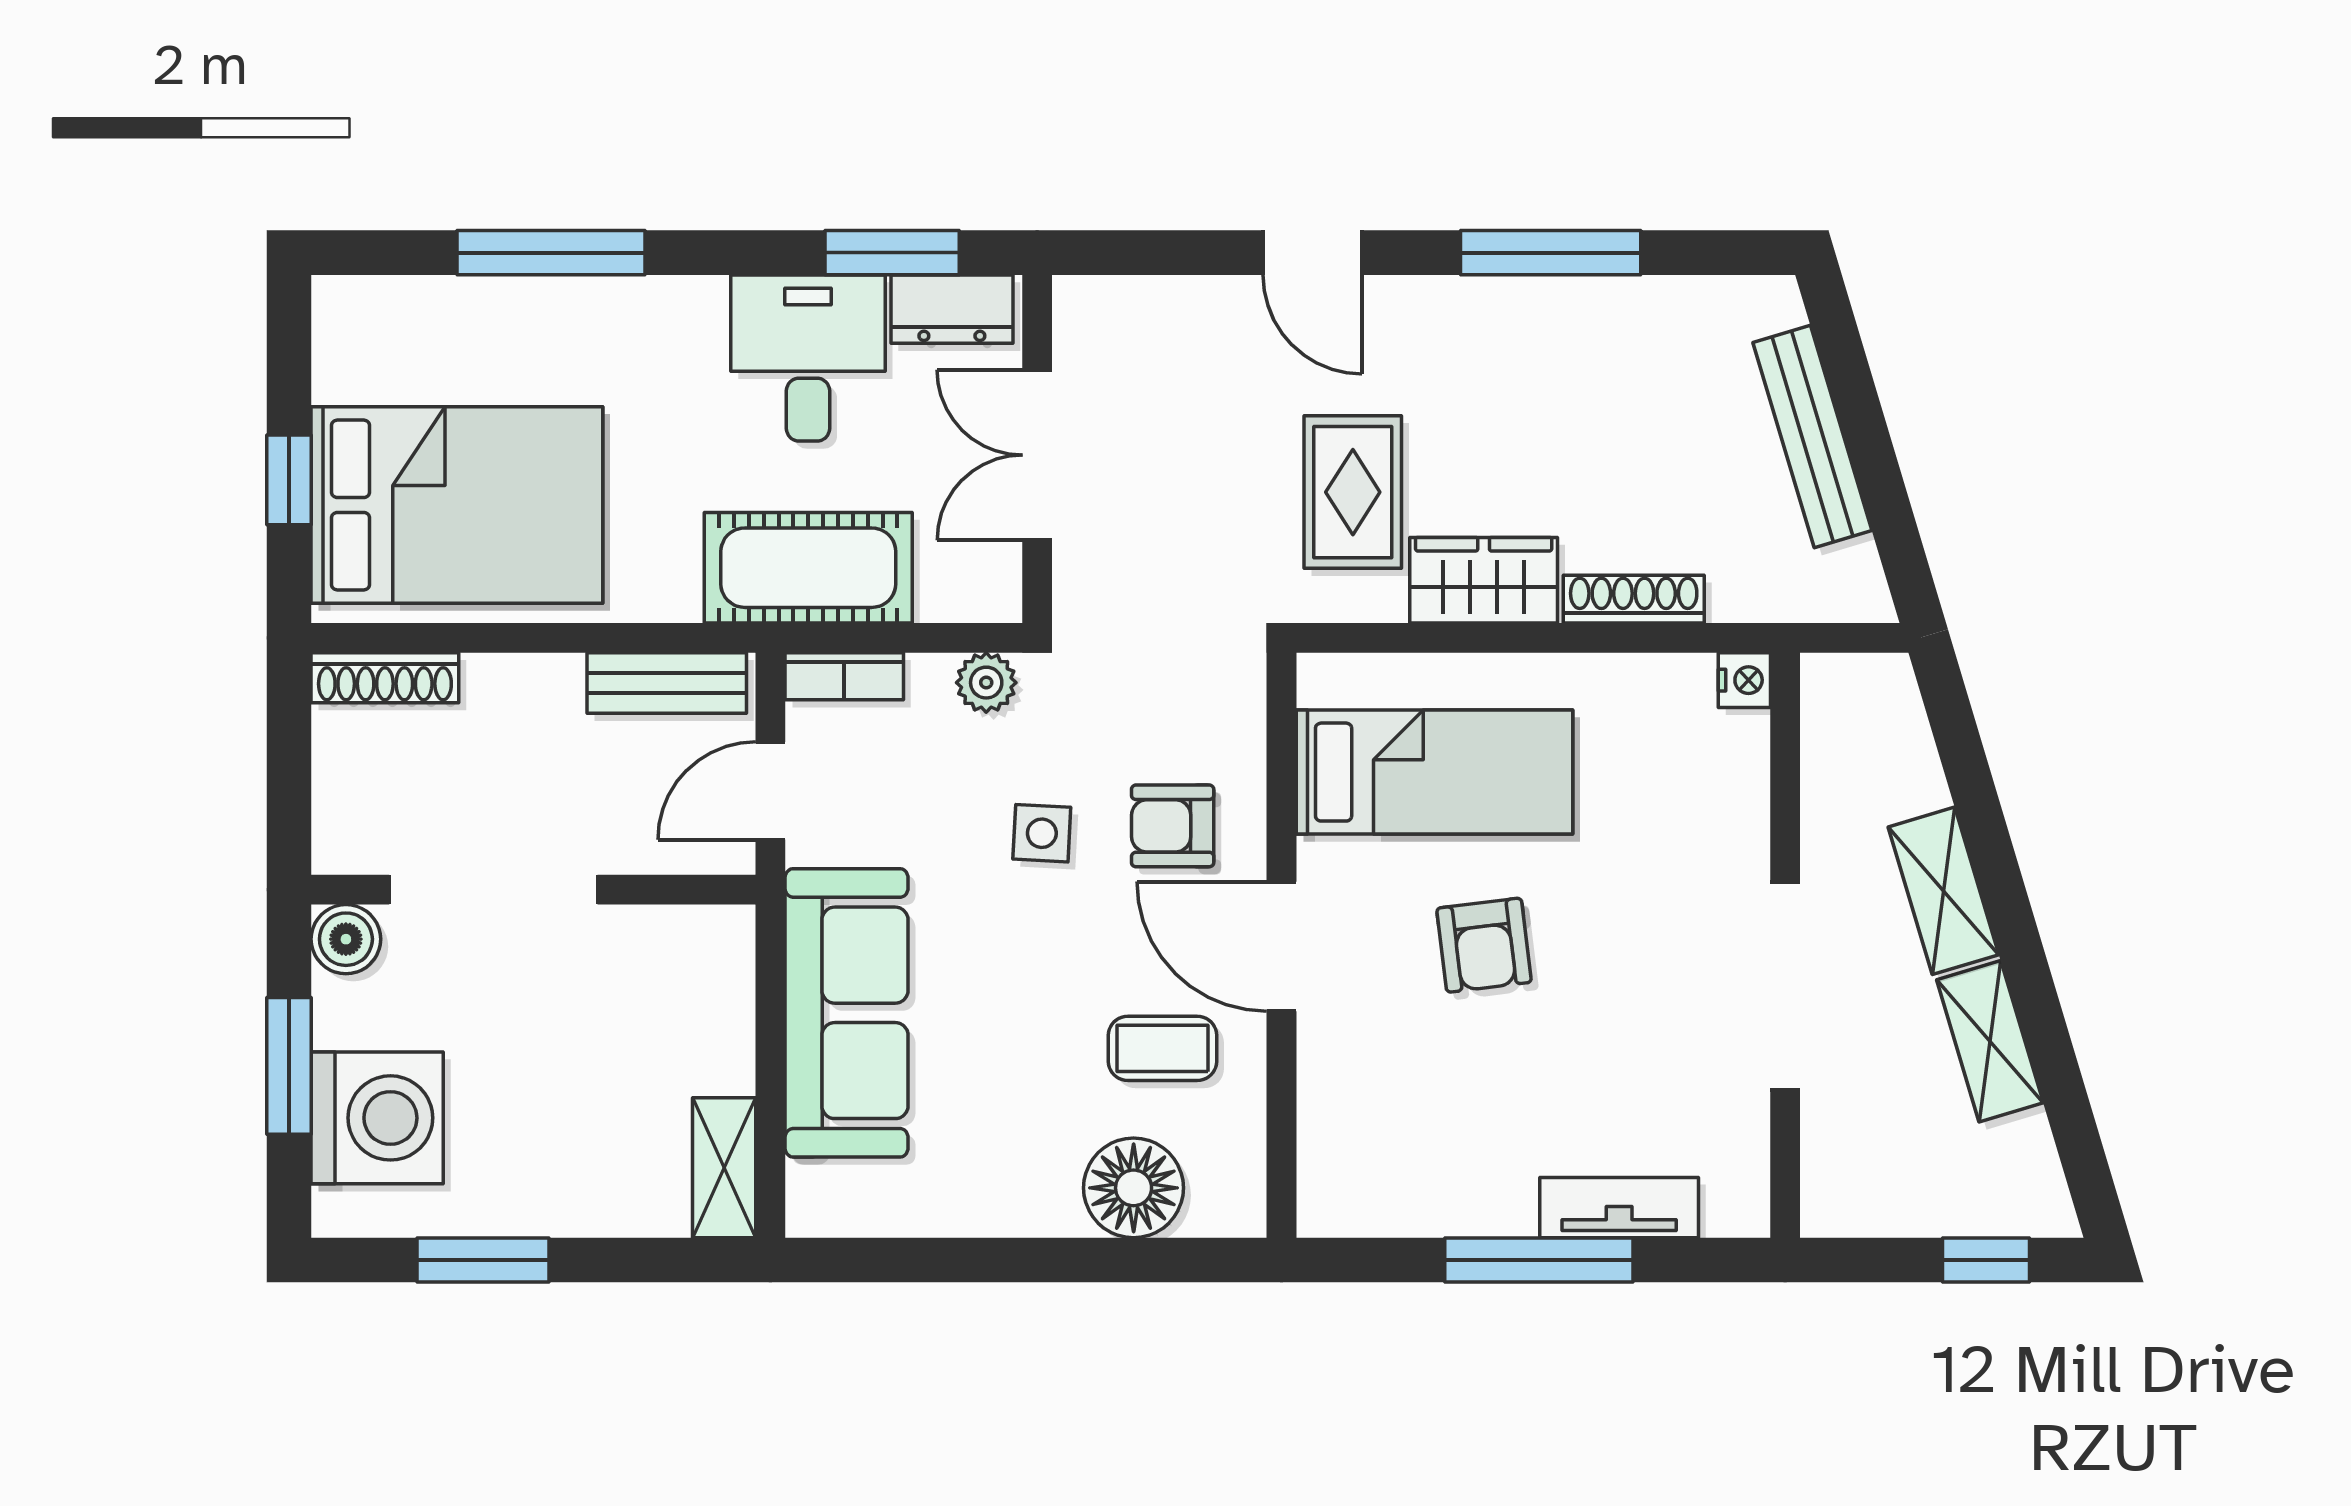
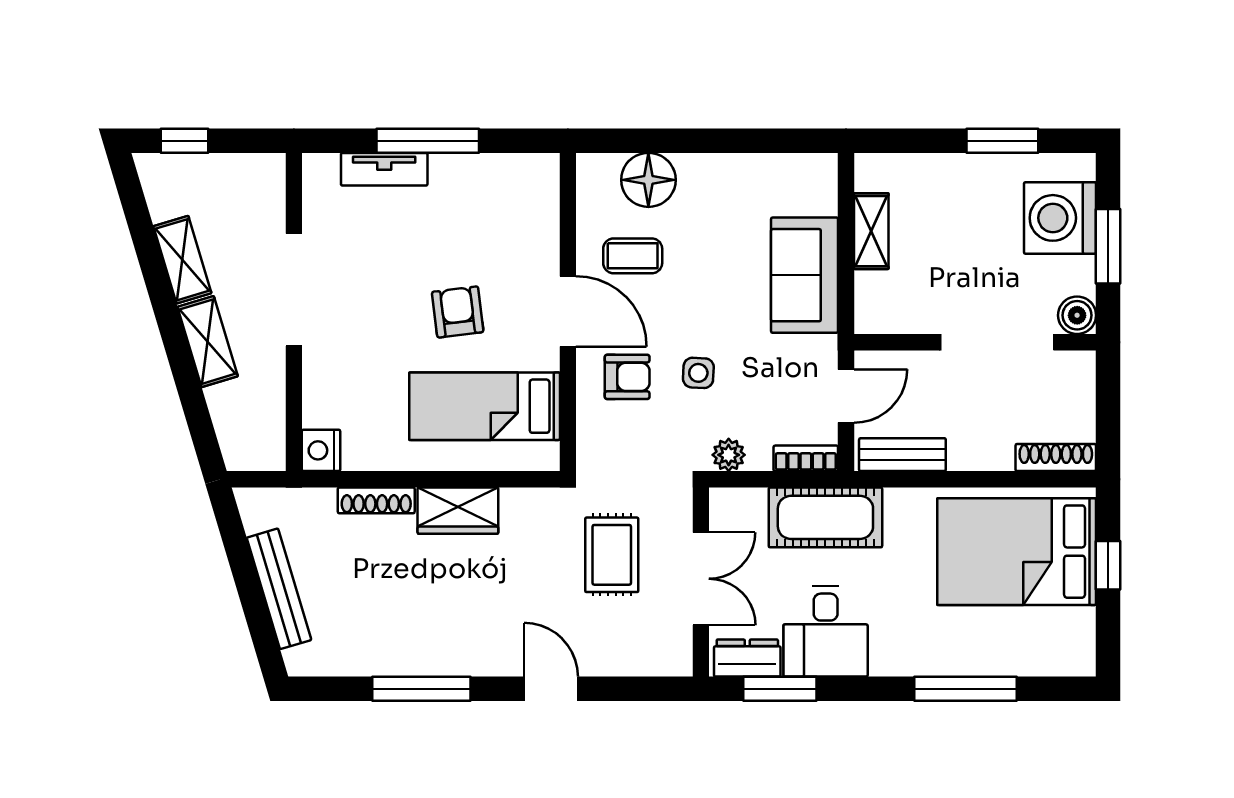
rug: (1353, 492) -> (612, 555), moved
nightstand: (1744, 680) -> (321, 450), width x1.39, depth x1.35
sofa: (847, 1013) -> (805, 275), width x0.73
shelving: (724, 1168) -> (871, 231), moved

